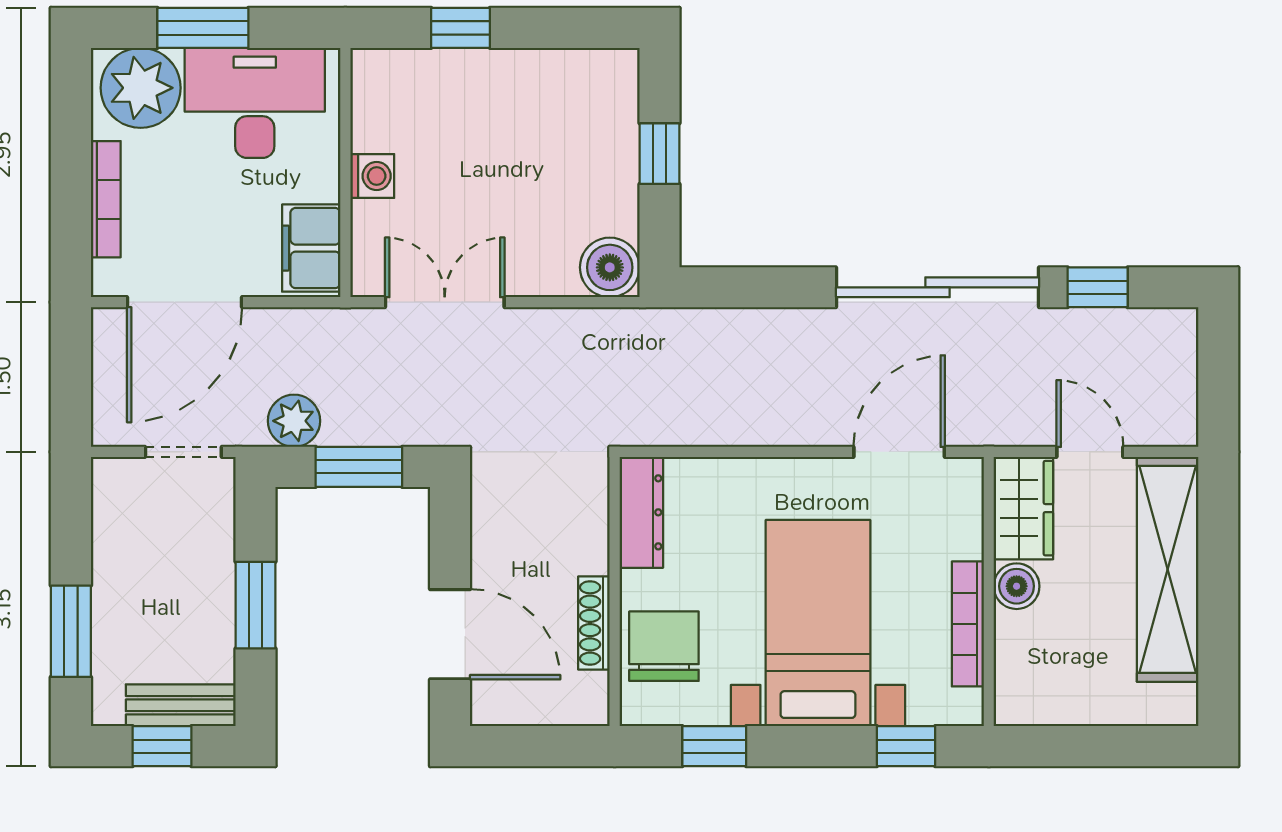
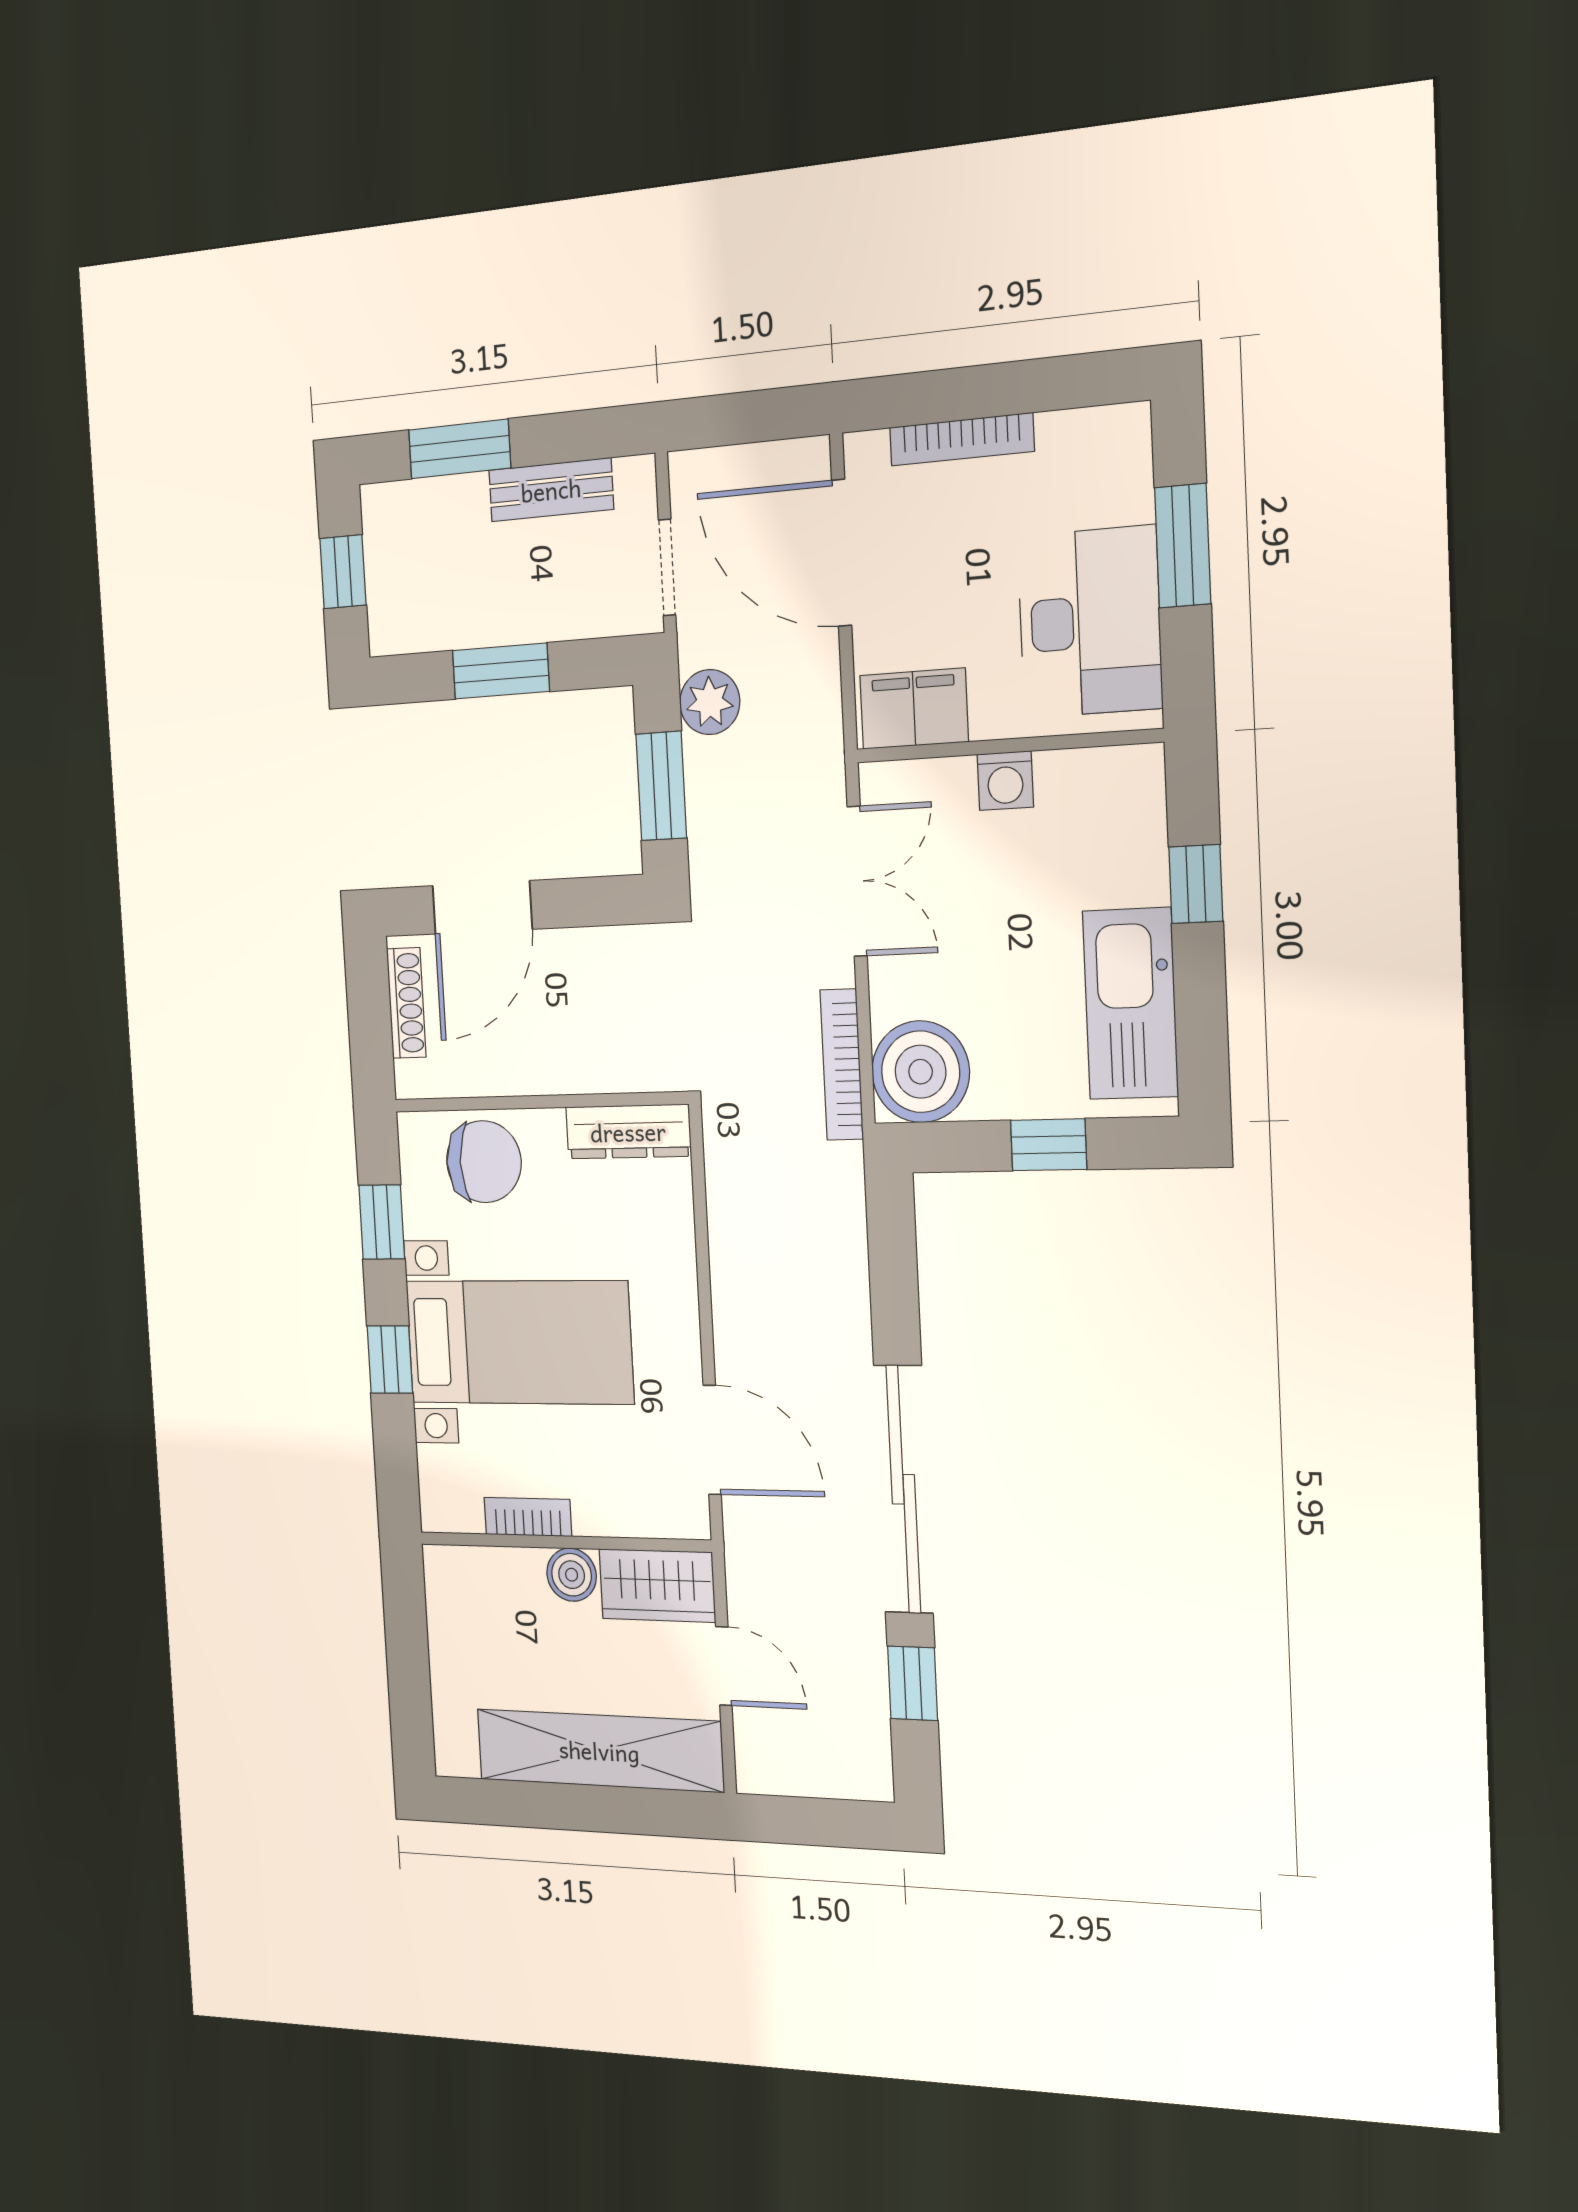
kitchen sink: (551, 83) -> (1130, 1004), added
plant: (141, 88) -> (1103, 471), removed
boiler: (610, 267) -> (921, 1072), width x1.37, depth x1.37
bookcase: (591, 323) -> (842, 1065), added
door: (1090, 452) -> (724, 1666), hinge flipped
shoe rack: (594, 623) -> (406, 1003), moved, turned 90
bookcase: (968, 624) -> (528, 1517), width x0.64
bench: (181, 705) -> (551, 490), moved, turned 90
window: (906, 746) -> (390, 1360), moved

